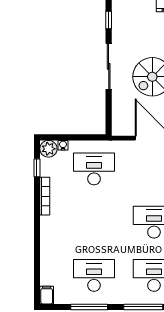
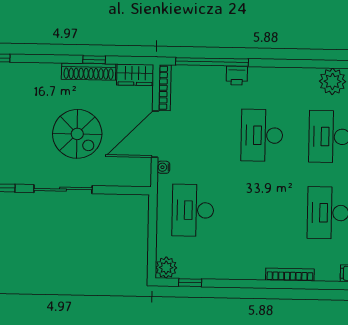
water cooler: (63, 145) -> (163, 167), moved
bookcase: (45, 196) -> (290, 275), moved

